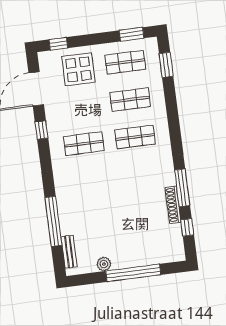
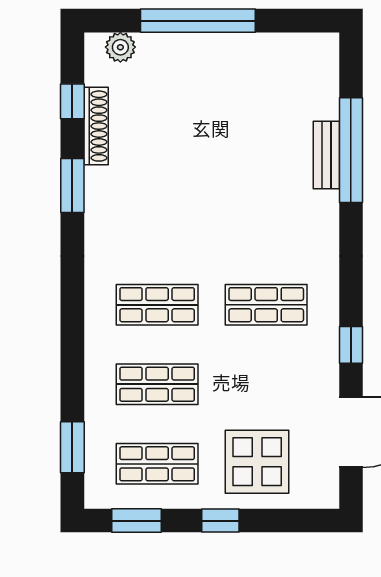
window: (58, 44) -> (220, 521), moved
window: (182, 188) -> (72, 185), width x0.69
shoe rack: (173, 205) -> (96, 126), moved
bench: (69, 252) -> (326, 155), moved
plant: (104, 264) -> (120, 47), moved

